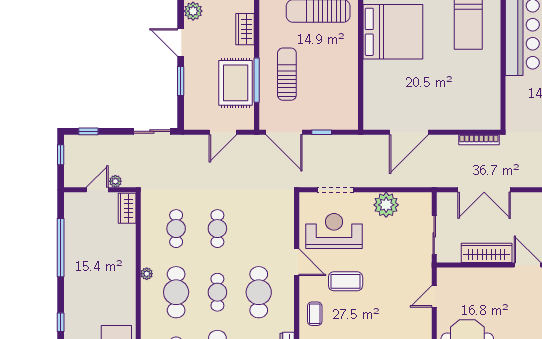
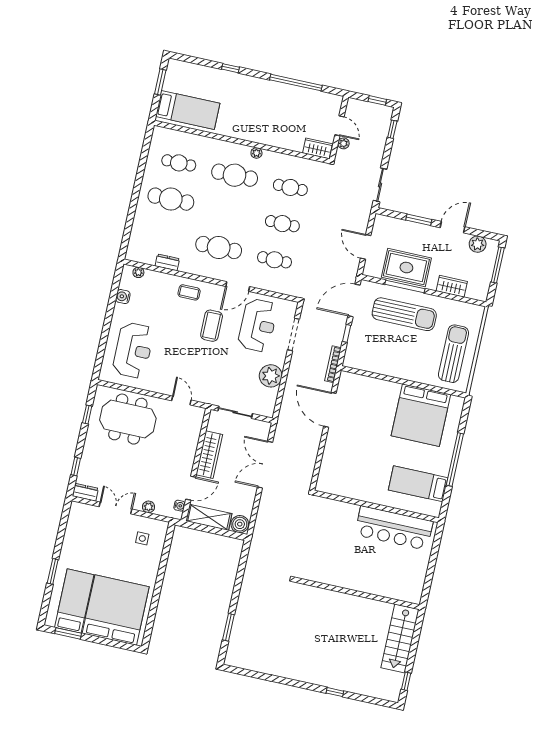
sun lounger: (287, 74) -> (404, 314), width x1.36, depth x1.34
bookcase: (479, 140) -> (333, 364), moved
cafe table: (217, 292) -> (274, 260), moved

